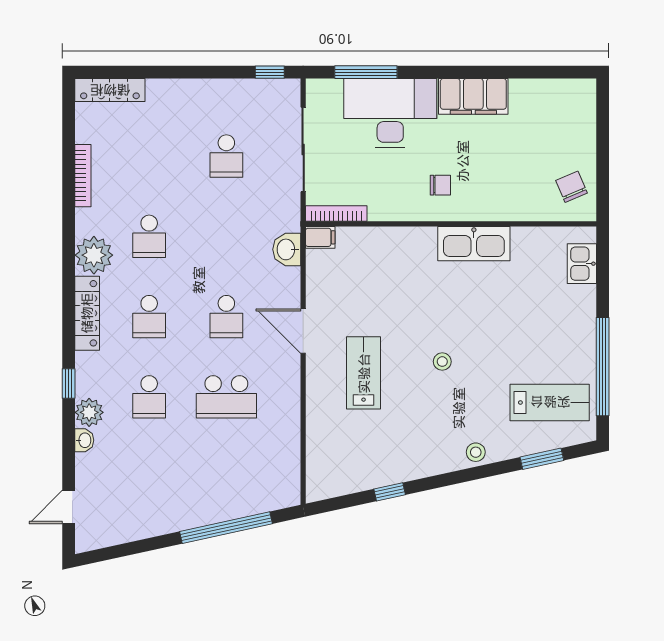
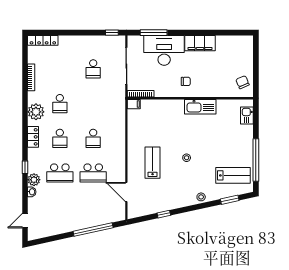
washbasin: (287, 249) -> (119, 109), removed
locker: (87, 313) -> (33, 137), width x0.66
door: (303, 331) -> (126, 192), moved
school desk: (149, 397) -> (60, 173), width x1.85

